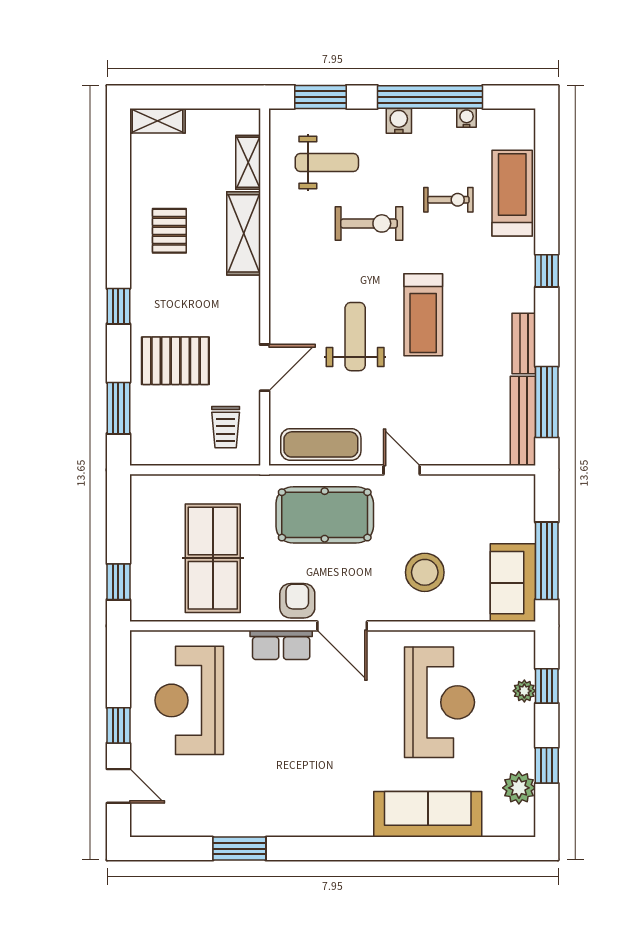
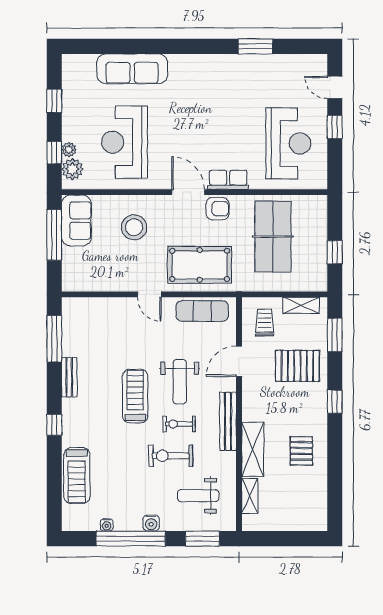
shelving: (157, 121) -> (301, 305), moved
exercise bike: (448, 200) -> (179, 424), moved
bench: (523, 421) -> (228, 421), moved
window: (118, 582) -> (335, 252), moved
armchair: (297, 601) -> (218, 209), turned -90
plant: (519, 788) -> (72, 169), moved

